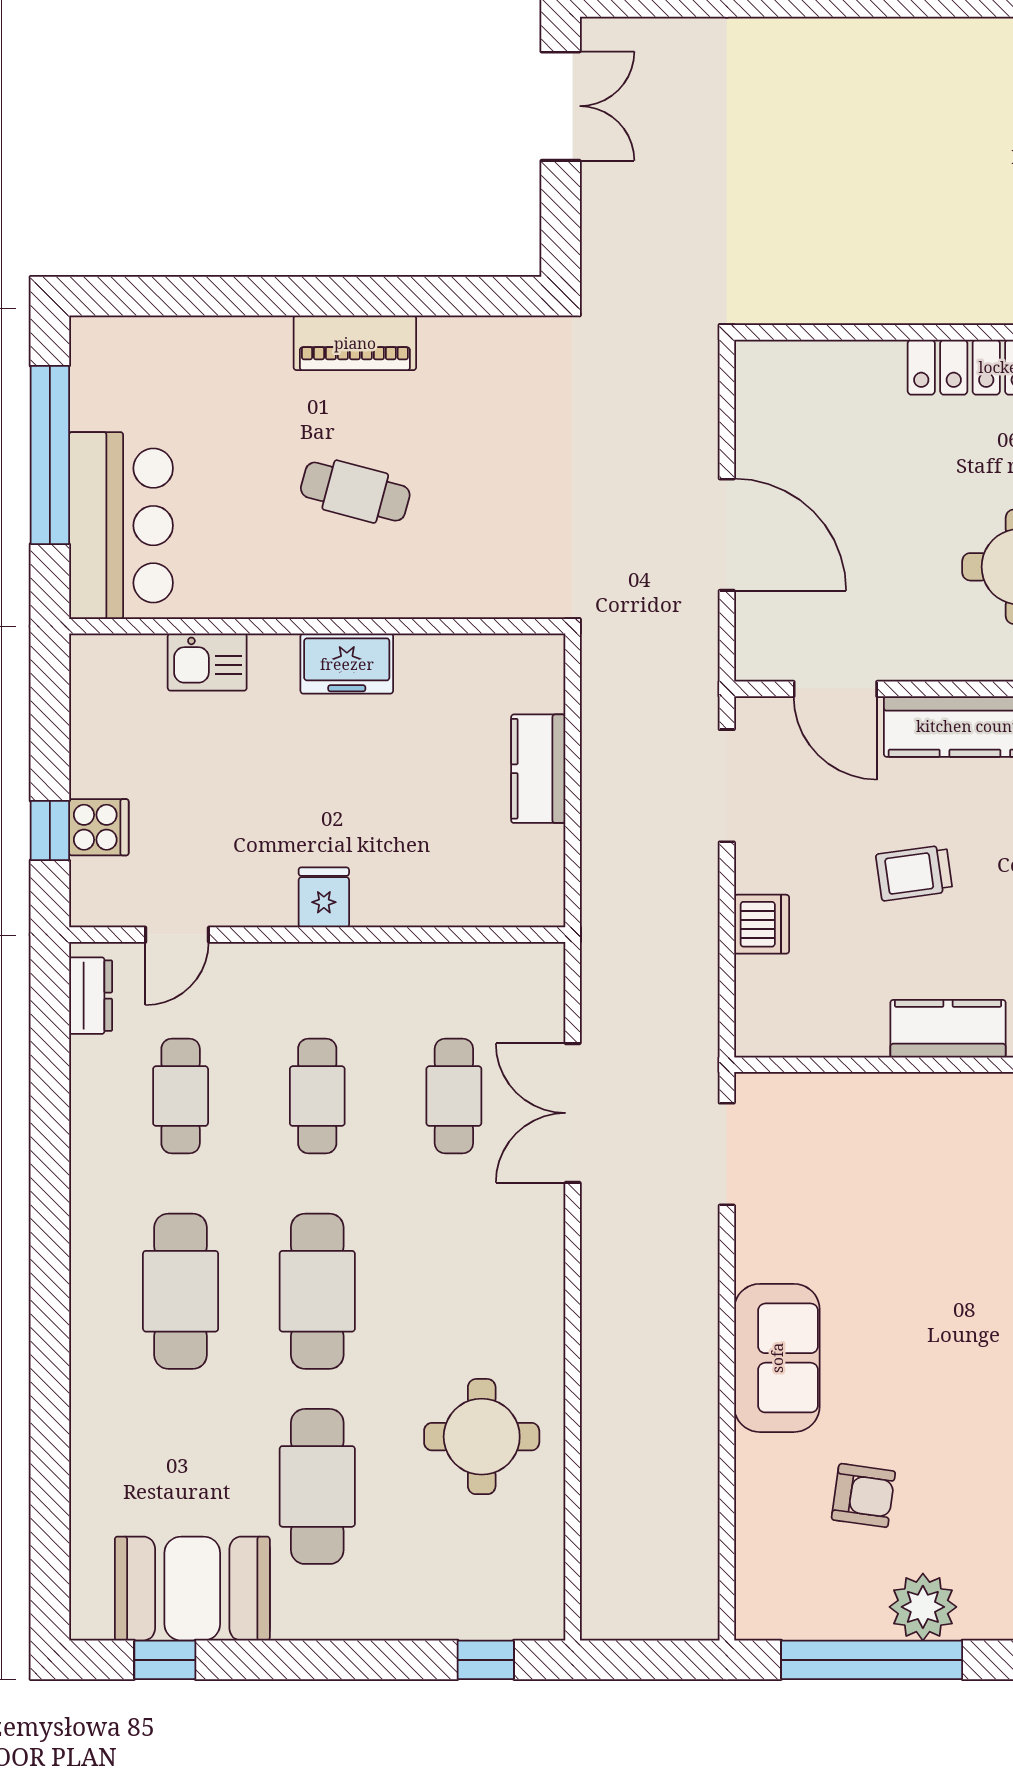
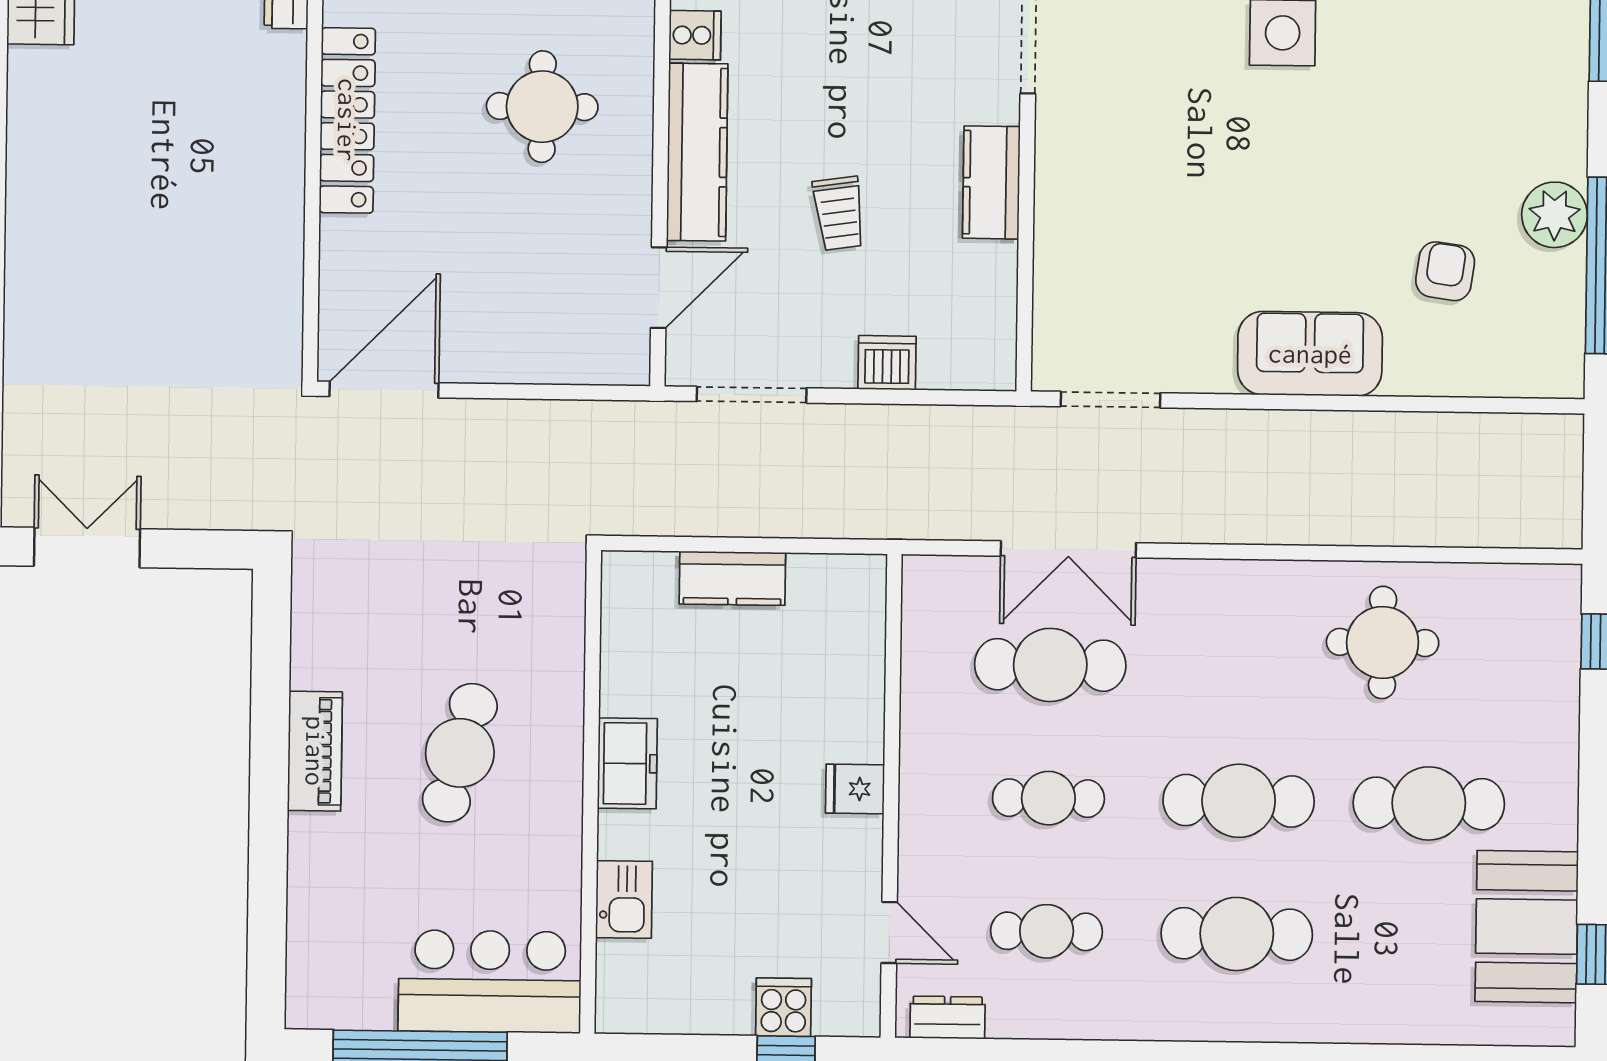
cafe table: (355, 492) -> (460, 753), width x1.37, depth x1.35
door: (727, 535) -> (384, 390), moved
cafe table: (454, 1096) -> (1050, 665), width x1.37, depth x1.35

